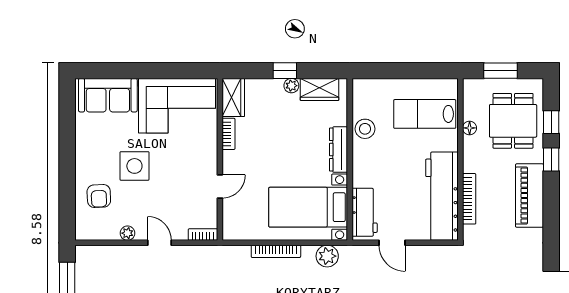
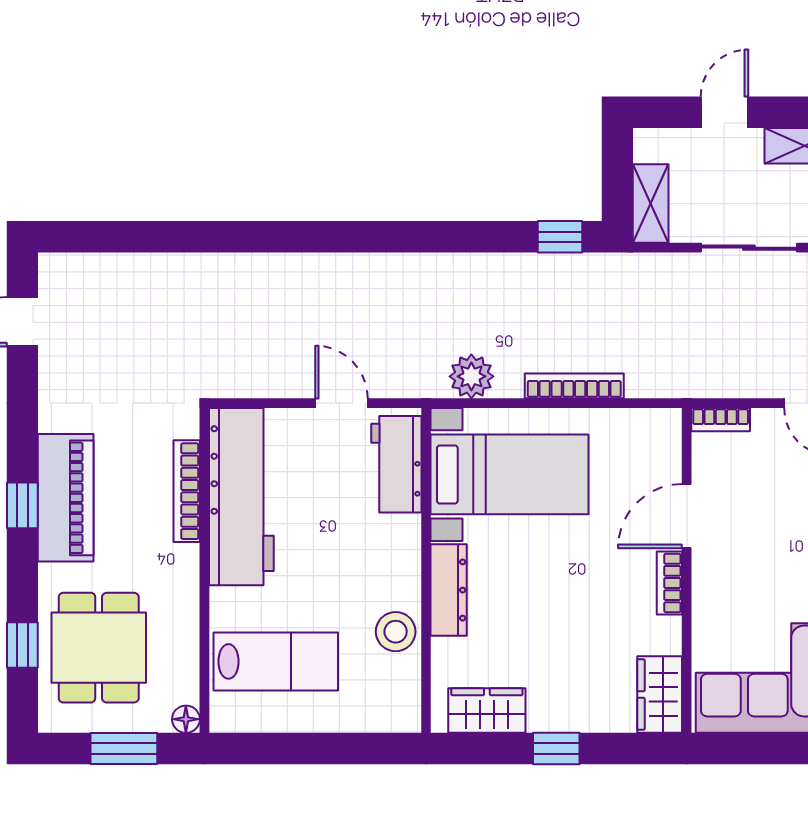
plant: (291, 86) -> (543, 718), removed
floor lamp: (470, 128) -> (186, 719), moved
bookcase: (229, 134) -> (669, 583), moved
window: (551, 159) -> (22, 505), moved
door: (220, 186) -> (687, 516), width x1.38

